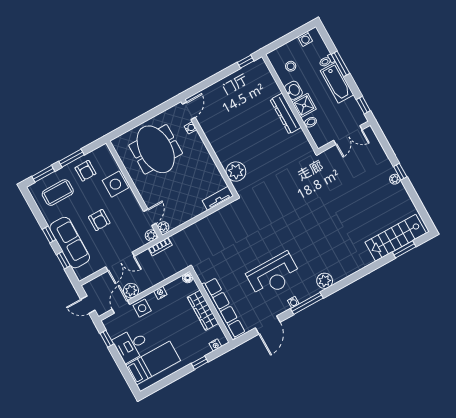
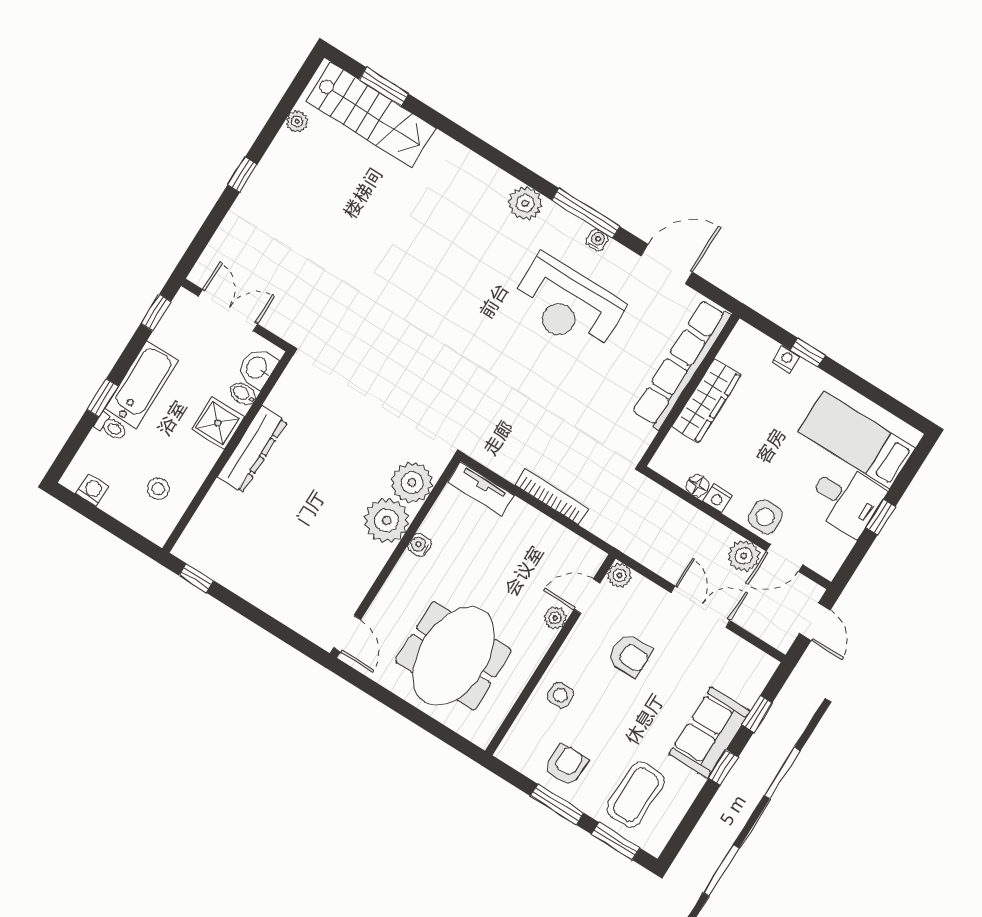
window: (340, 64) -> (102, 398), width x0.67
washbasin: (293, 90) -> (257, 368), moved
door: (189, 111) -> (347, 634), swing flipped
water cooler: (191, 128) -> (420, 545), moved
plant: (226, 152) -> (387, 520), added
plant: (395, 179) -> (297, 121), moved
side table: (115, 184) -> (560, 695), width x0.54, depth x0.54
coffee table: (58, 193) -> (636, 795), turned 90
armchair: (99, 220) -> (630, 655), moved, turned 90
plant: (163, 227) -> (555, 618), moved
sofa: (70, 243) -> (709, 733), width x0.73
bookcase: (160, 247) -> (552, 497), moved, width x1.56
reception desk: (274, 275) -> (568, 305), turned 180
floor lamp: (188, 278) -> (697, 486), moved
window: (107, 339) -> (880, 517), moved
nightstand: (215, 345) -> (786, 359), moved

